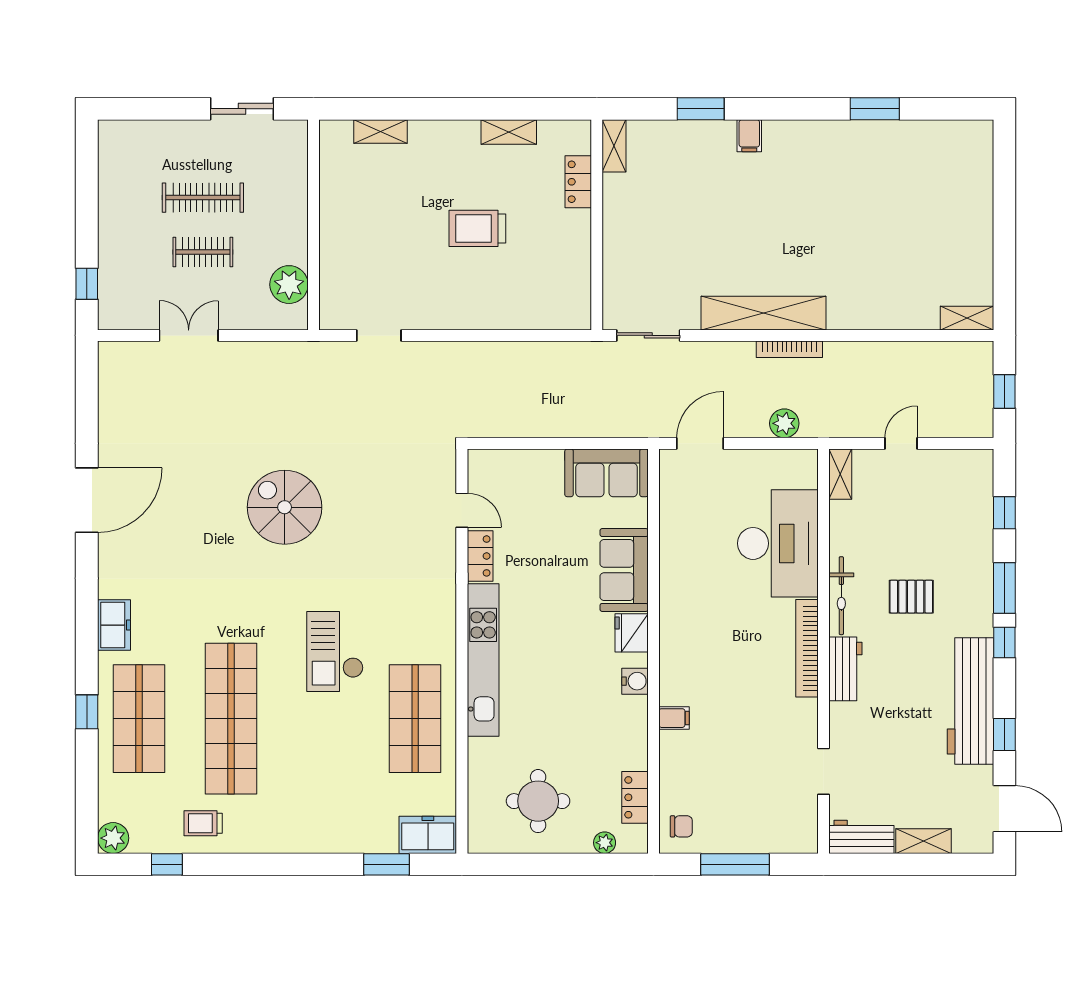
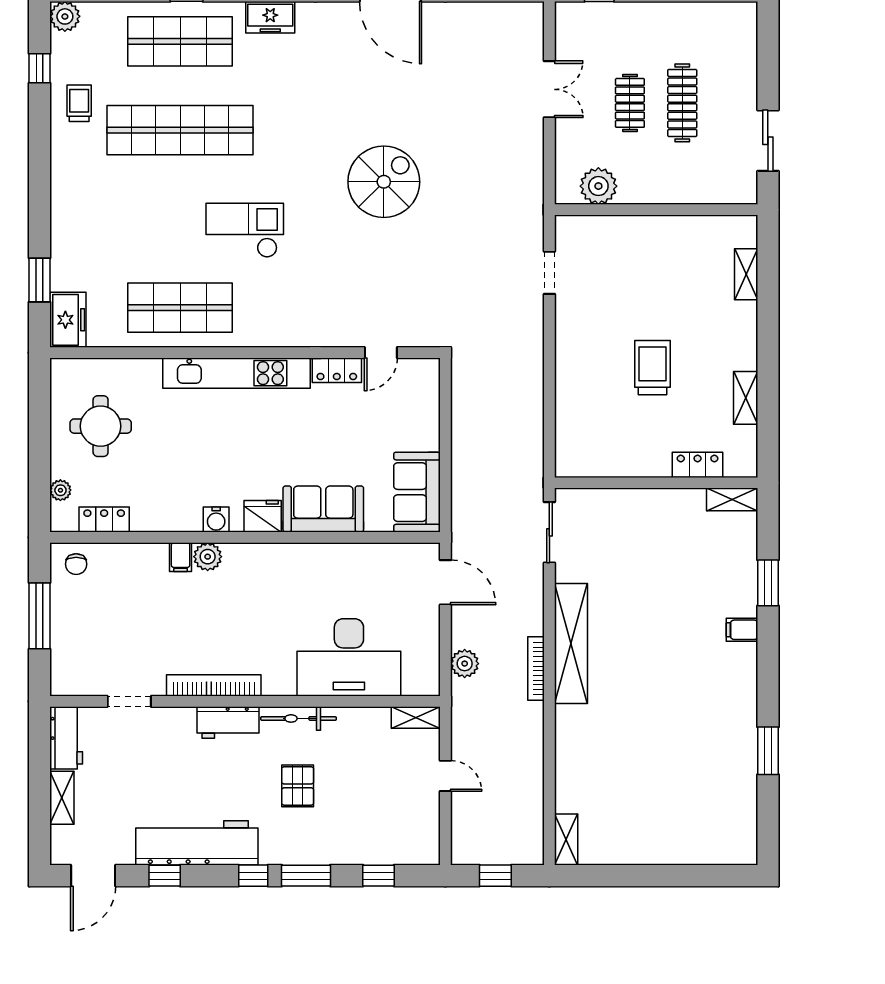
bookcase: (807, 648) -> (214, 685), moved
plant: (673, 690) -> (208, 557), added

